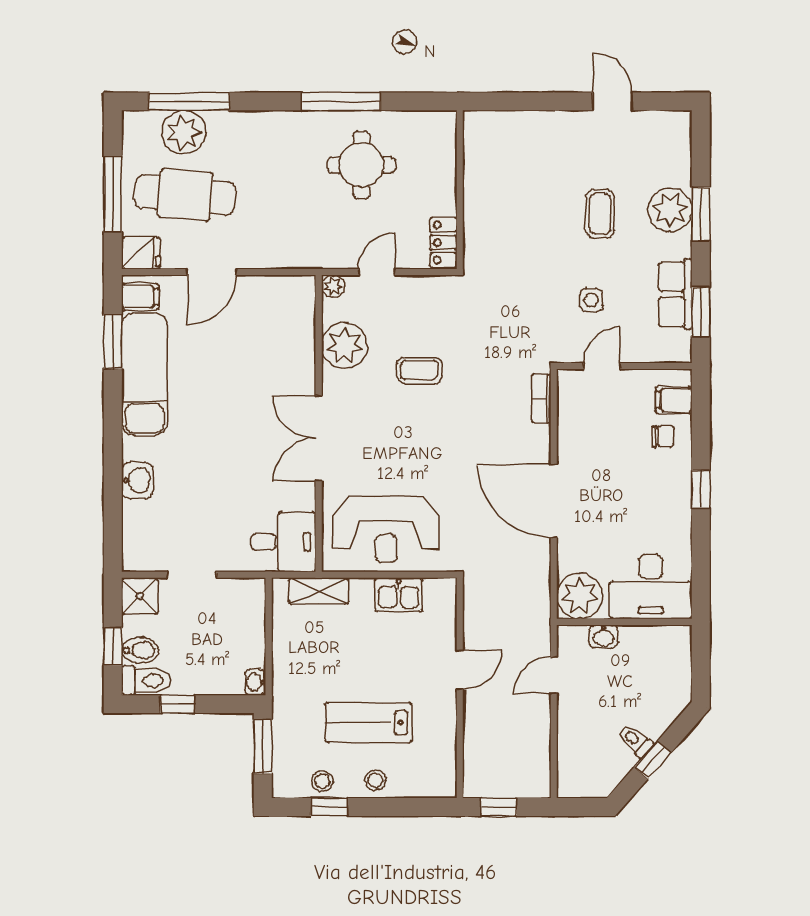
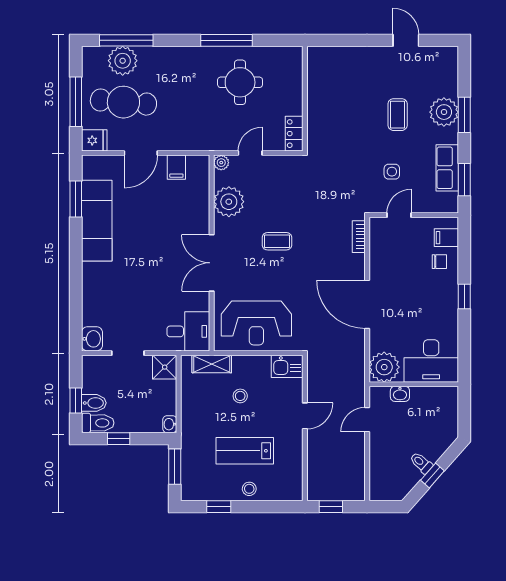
filing cabinet: (140, 297) -> (176, 167), moved, turned 90
coffee table: (419, 370) -> (277, 241), moved
washbasin: (137, 480) -> (92, 339), moved
kitchen sink: (399, 595) -> (287, 366), moved
shower: (140, 596) -> (165, 367), moved
stool: (322, 781) -> (240, 396), moved

